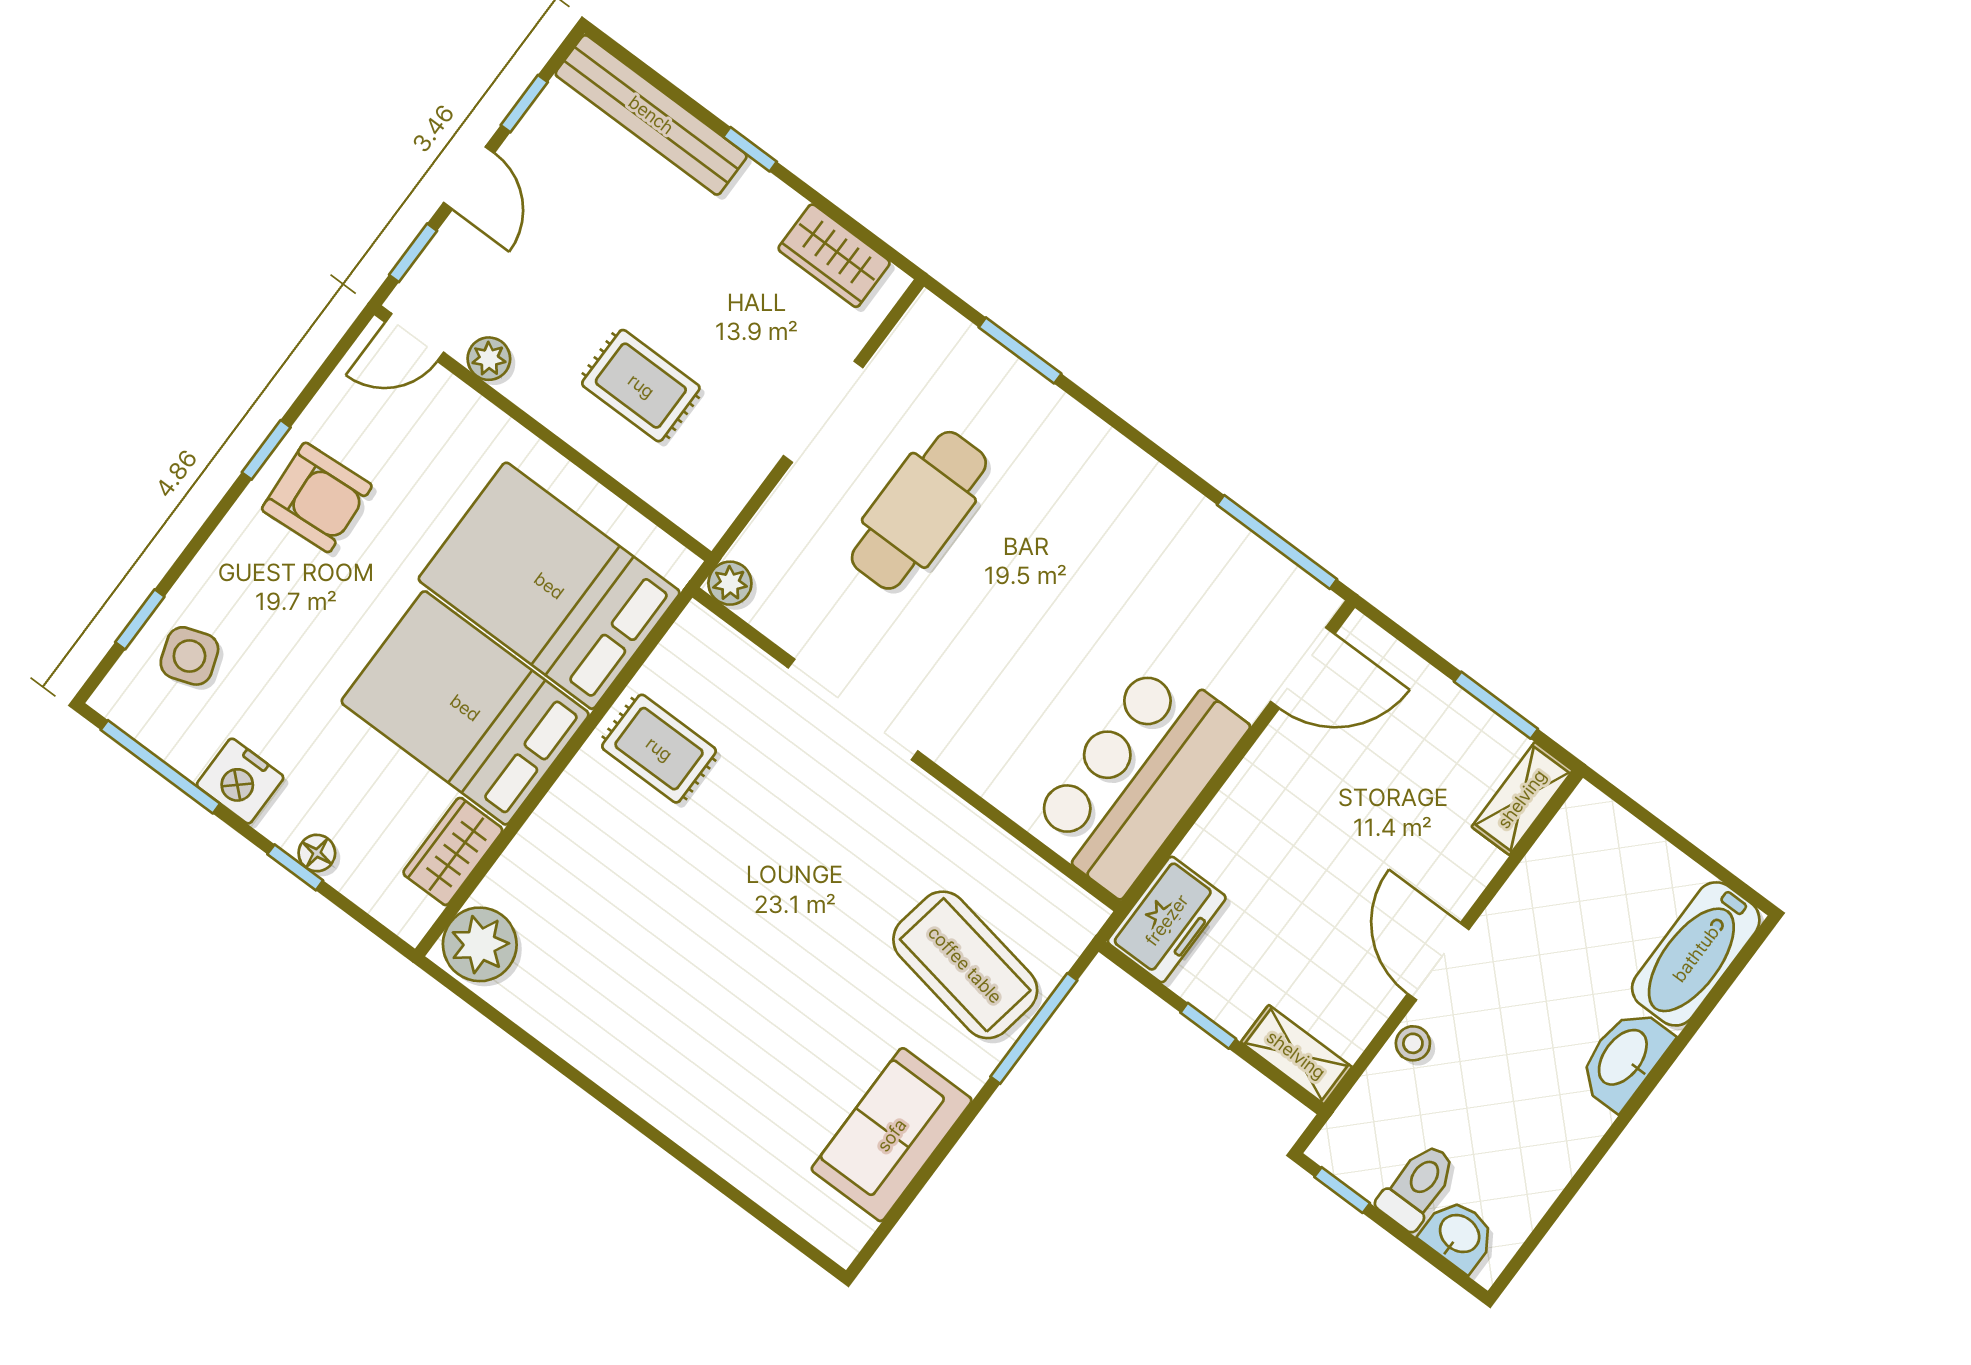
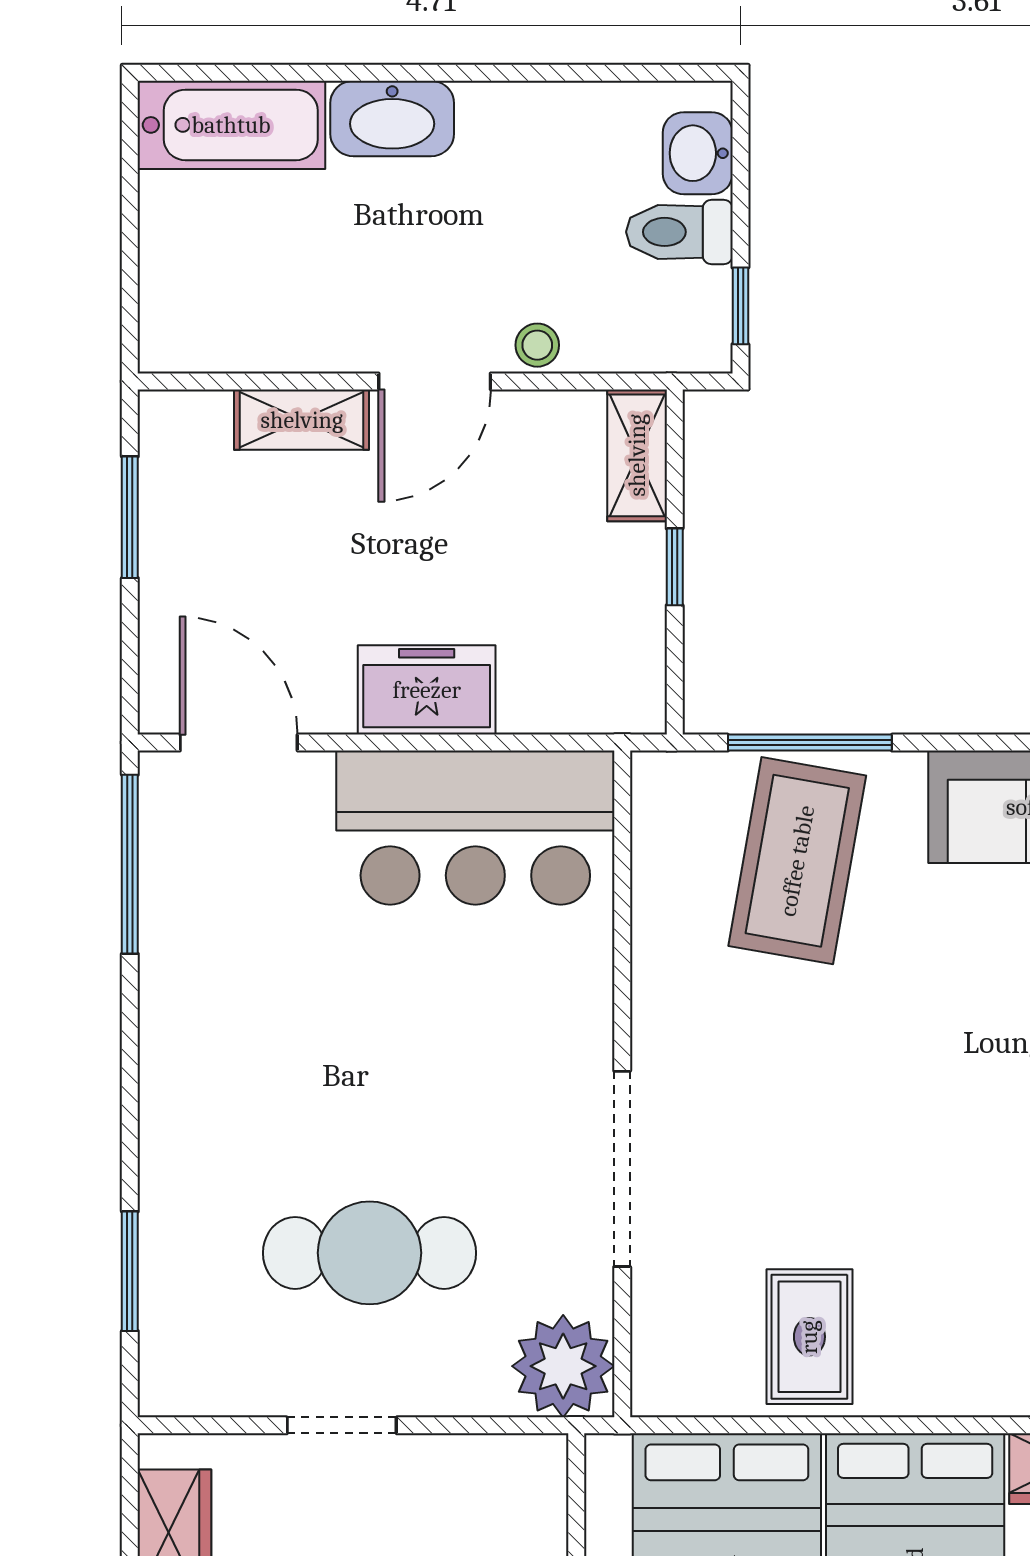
doorway: (823, 412) -> (342, 1425), width x0.73
plant: (730, 583) -> (563, 1366), width x1.87, depth x1.87
shelving: (1522, 799) -> (302, 420), moved
freezer: (1167, 920) -> (427, 690), moved

